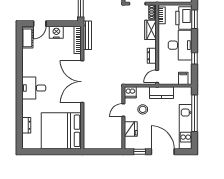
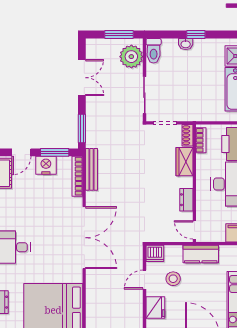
window: (62, 24) -> (55, 152), added
door: (157, 76) -> (194, 230), hinge flipped
double door: (82, 82) -> (84, 238), swing flipped

